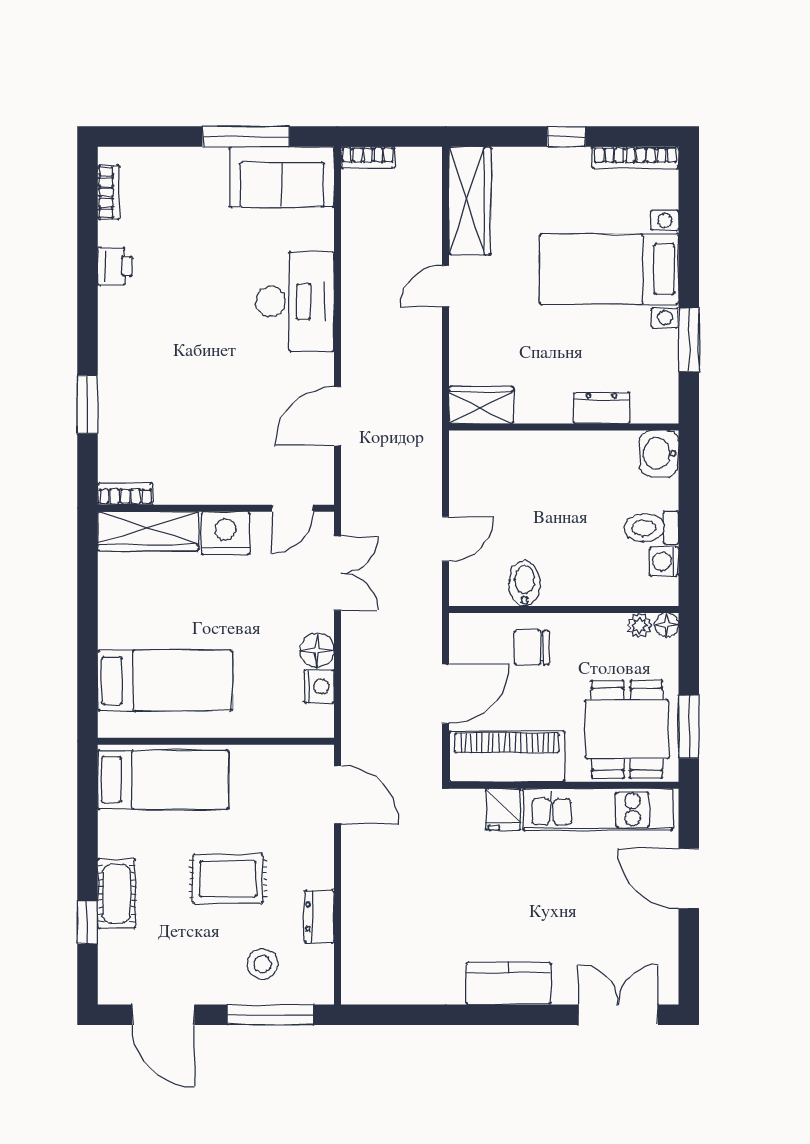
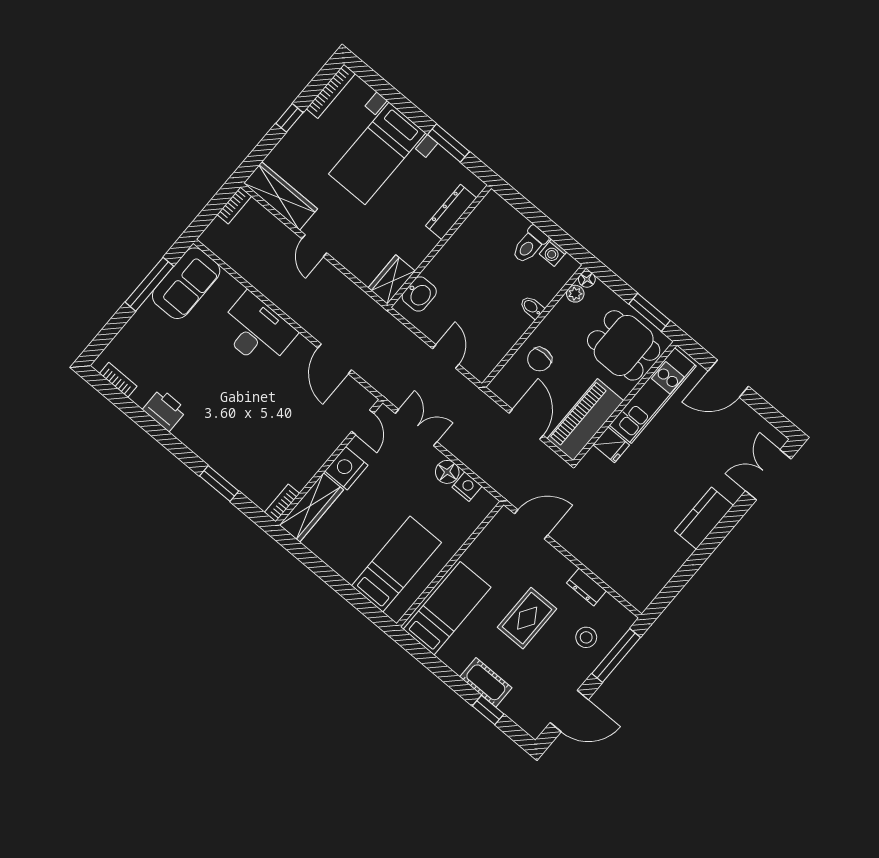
bookcase: (368, 157) -> (234, 205), moved
printer: (115, 266) -> (165, 410), width x1.36, depth x1.24
dresser: (602, 408) -> (451, 212), width x1.44
washbasin: (659, 454) -> (419, 294), moved, turned -90
bidet: (525, 583) -> (532, 307), moved, width x0.72, depth x0.74

